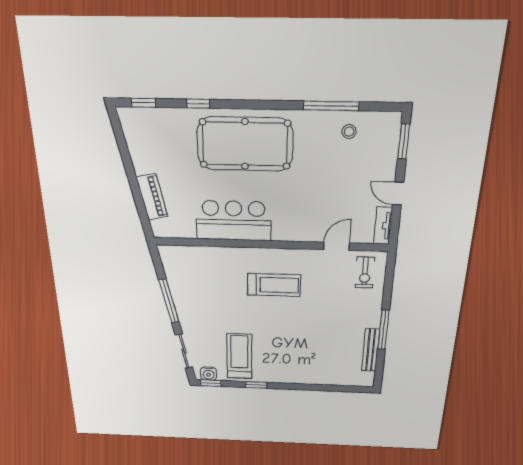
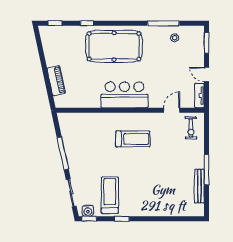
bar counter: (234, 221) -> (124, 95), moved

